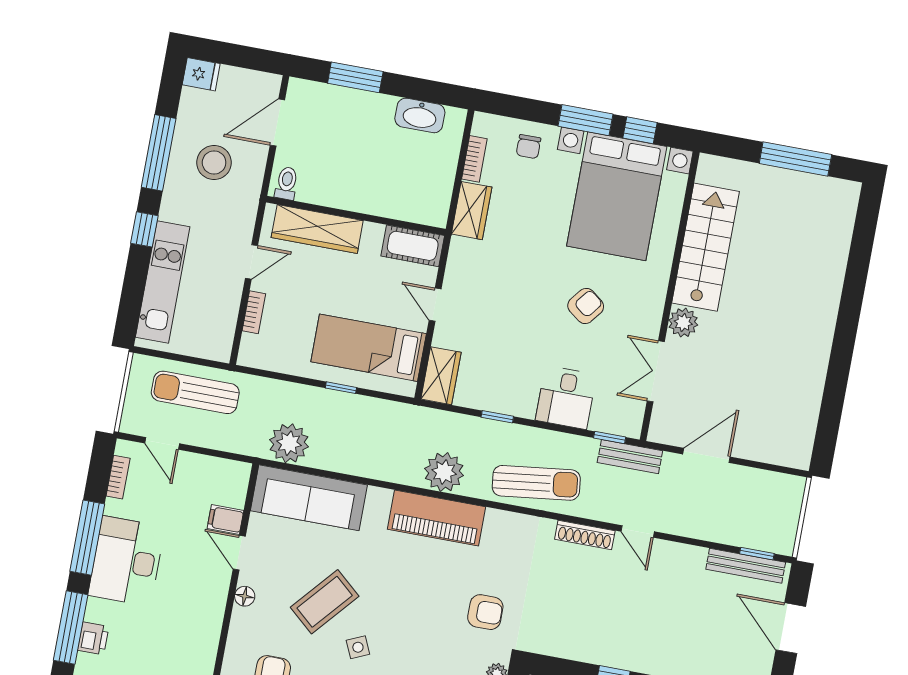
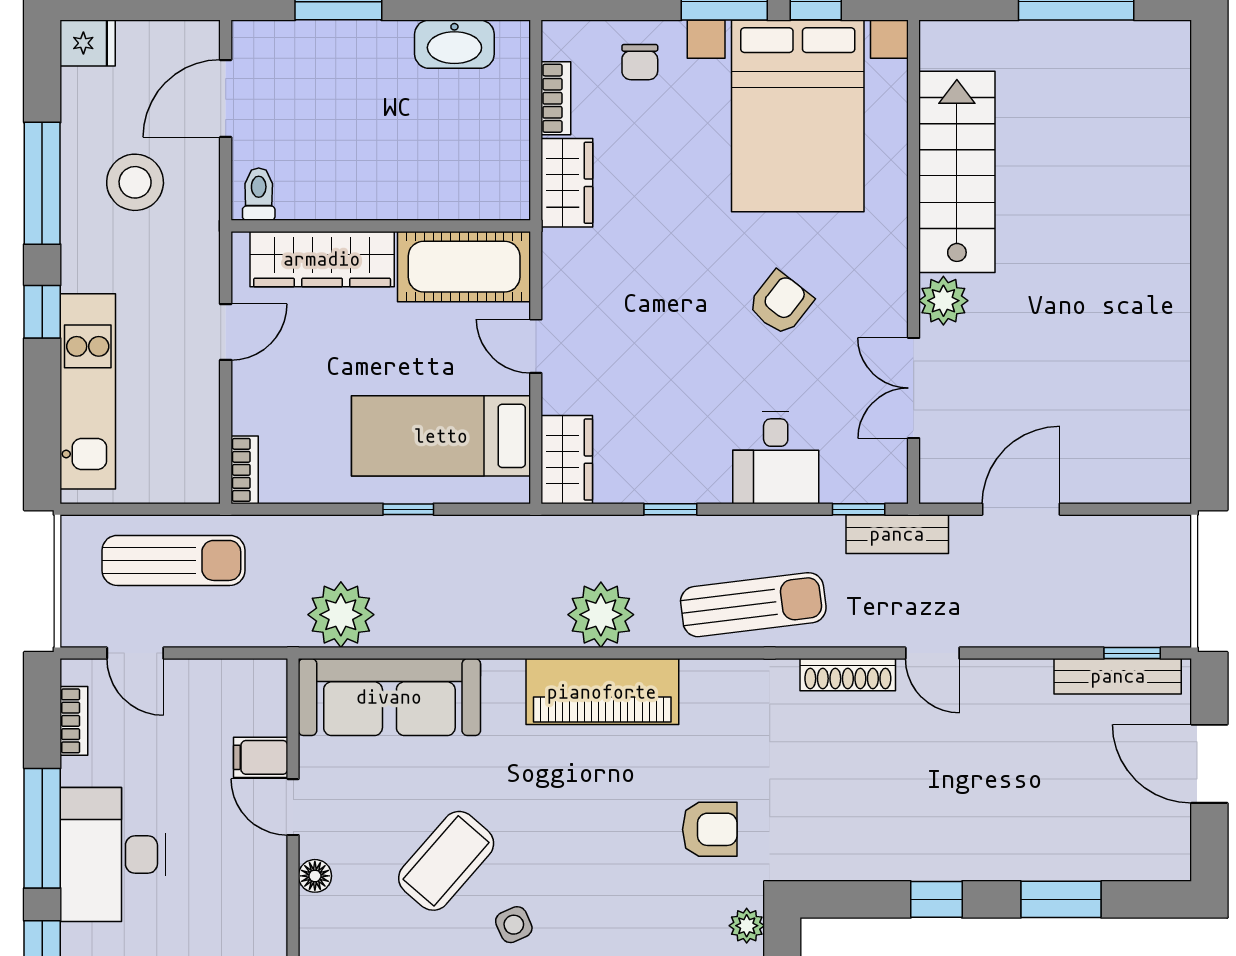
cot: (413, 246) -> (464, 267), width x1.37, depth x1.34
bookcase: (254, 312) -> (245, 470), moved
sun lounger: (195, 392) -> (174, 560), turned 180

